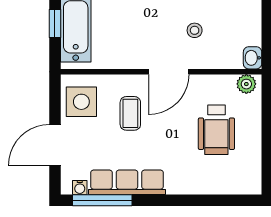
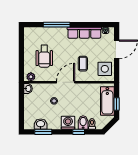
wheelchair: (216, 130) -> (44, 56), turned 180
window: (102, 200) -> (57, 25), moved

